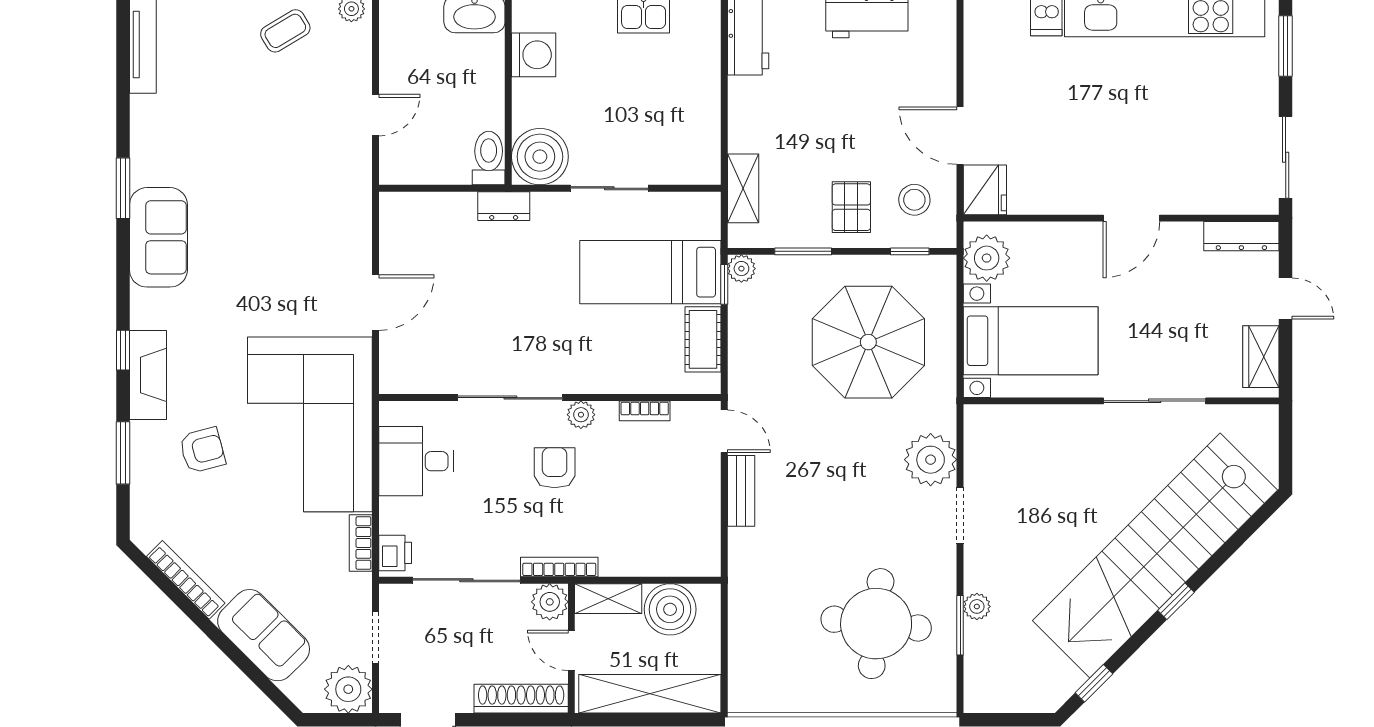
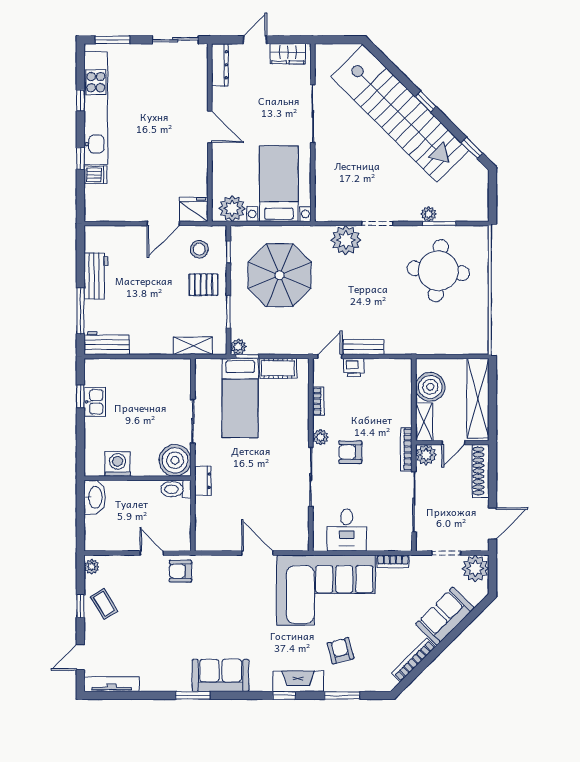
armchair: (343, 166) -> (180, 571), added
printer: (395, 553) -> (354, 367), moved, turned 180

